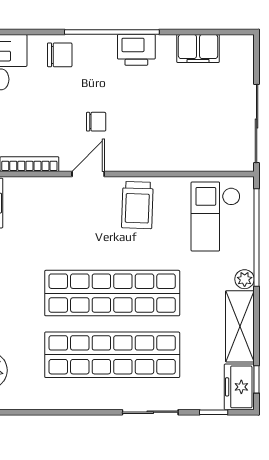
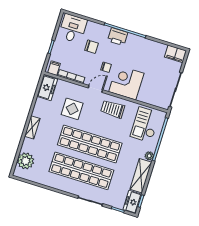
filing cabinet: (198, 49) -> (175, 54), moved
printer: (136, 50) -> (118, 37), moved
chair: (60, 55) -> (92, 47), moved
corner desk: (149, 141) -> (126, 83), added
trolley: (137, 205) -> (113, 109), turned 88
display table: (52, 231) -> (72, 109), added

